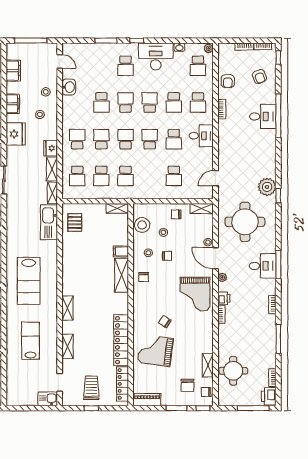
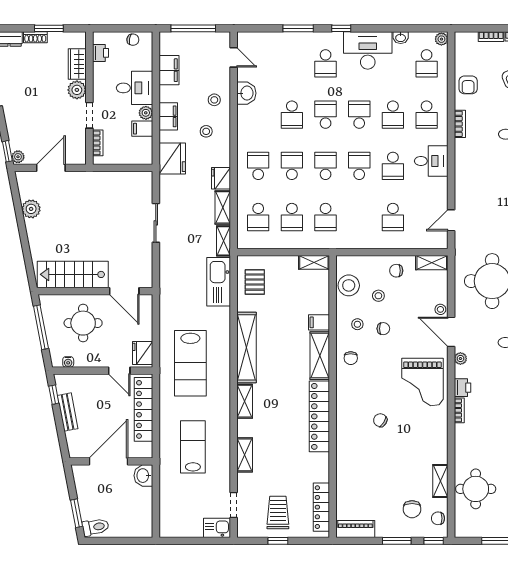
shelving: (69, 269) -> (247, 347), added
locker: (121, 340) -> (319, 416), moved
grand piano: (155, 350) -> (367, 460), removed

